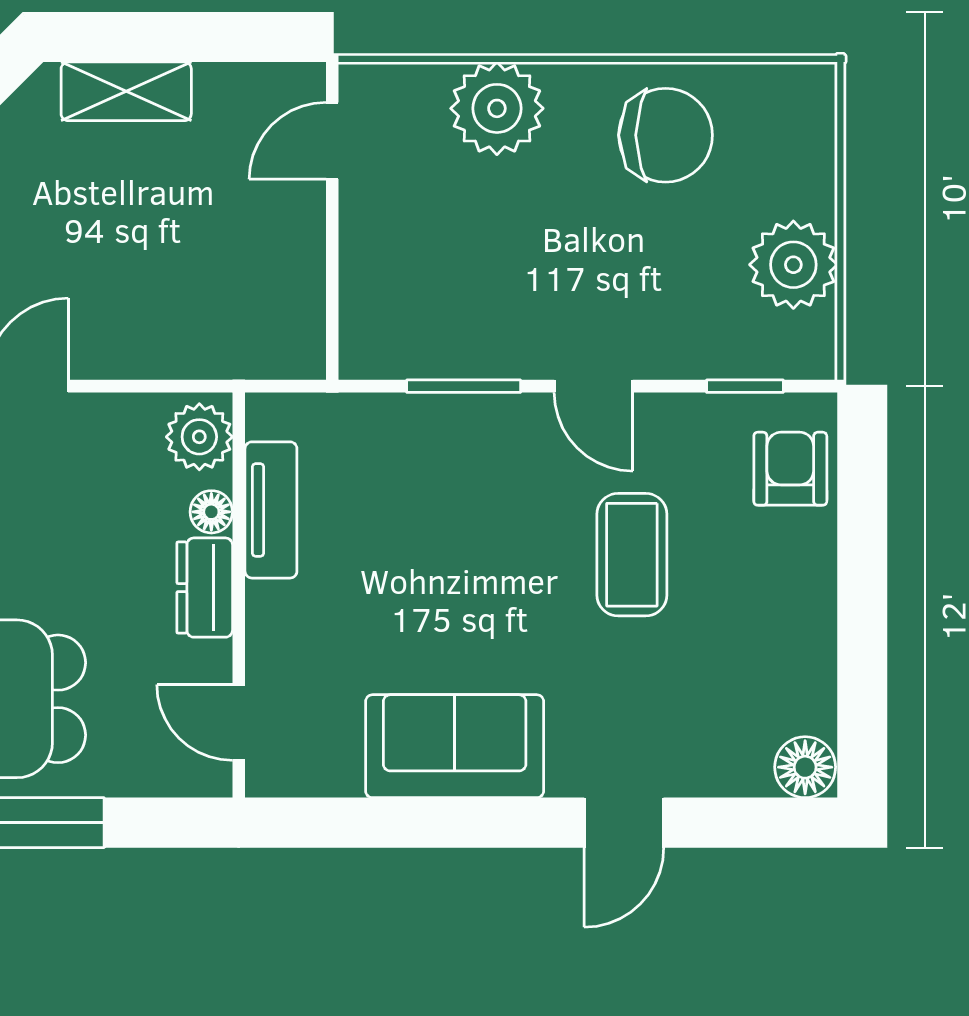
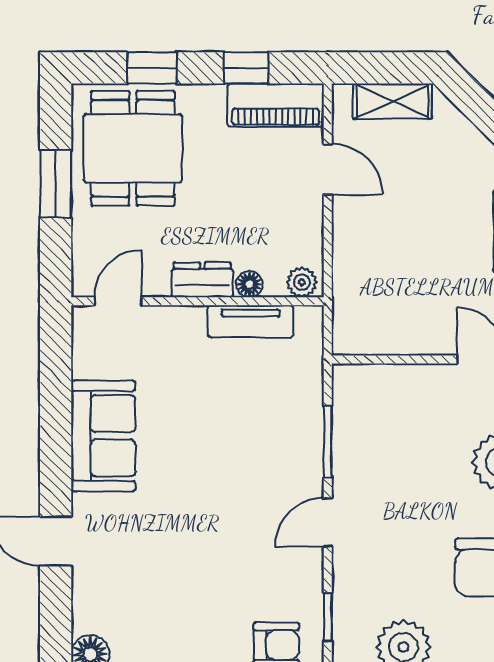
plant: (199, 437) -> (302, 282), width x0.73, depth x0.73
coffee table: (632, 555) -> (223, 546), removed

